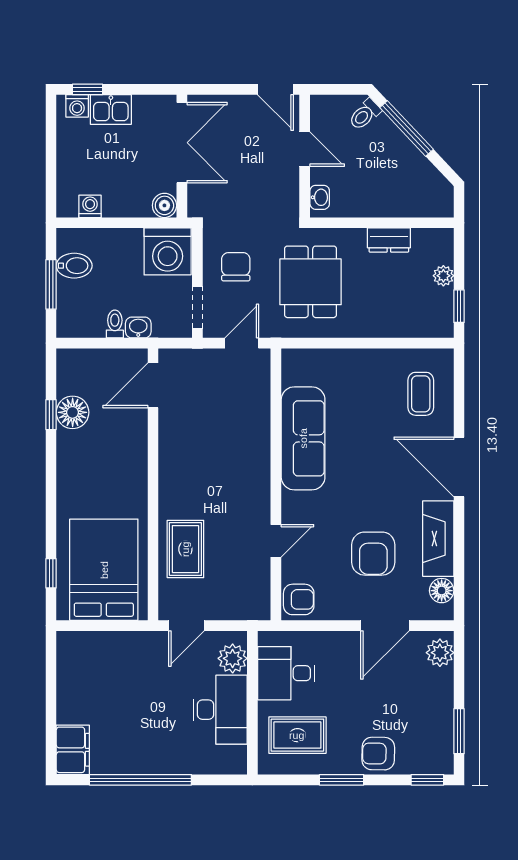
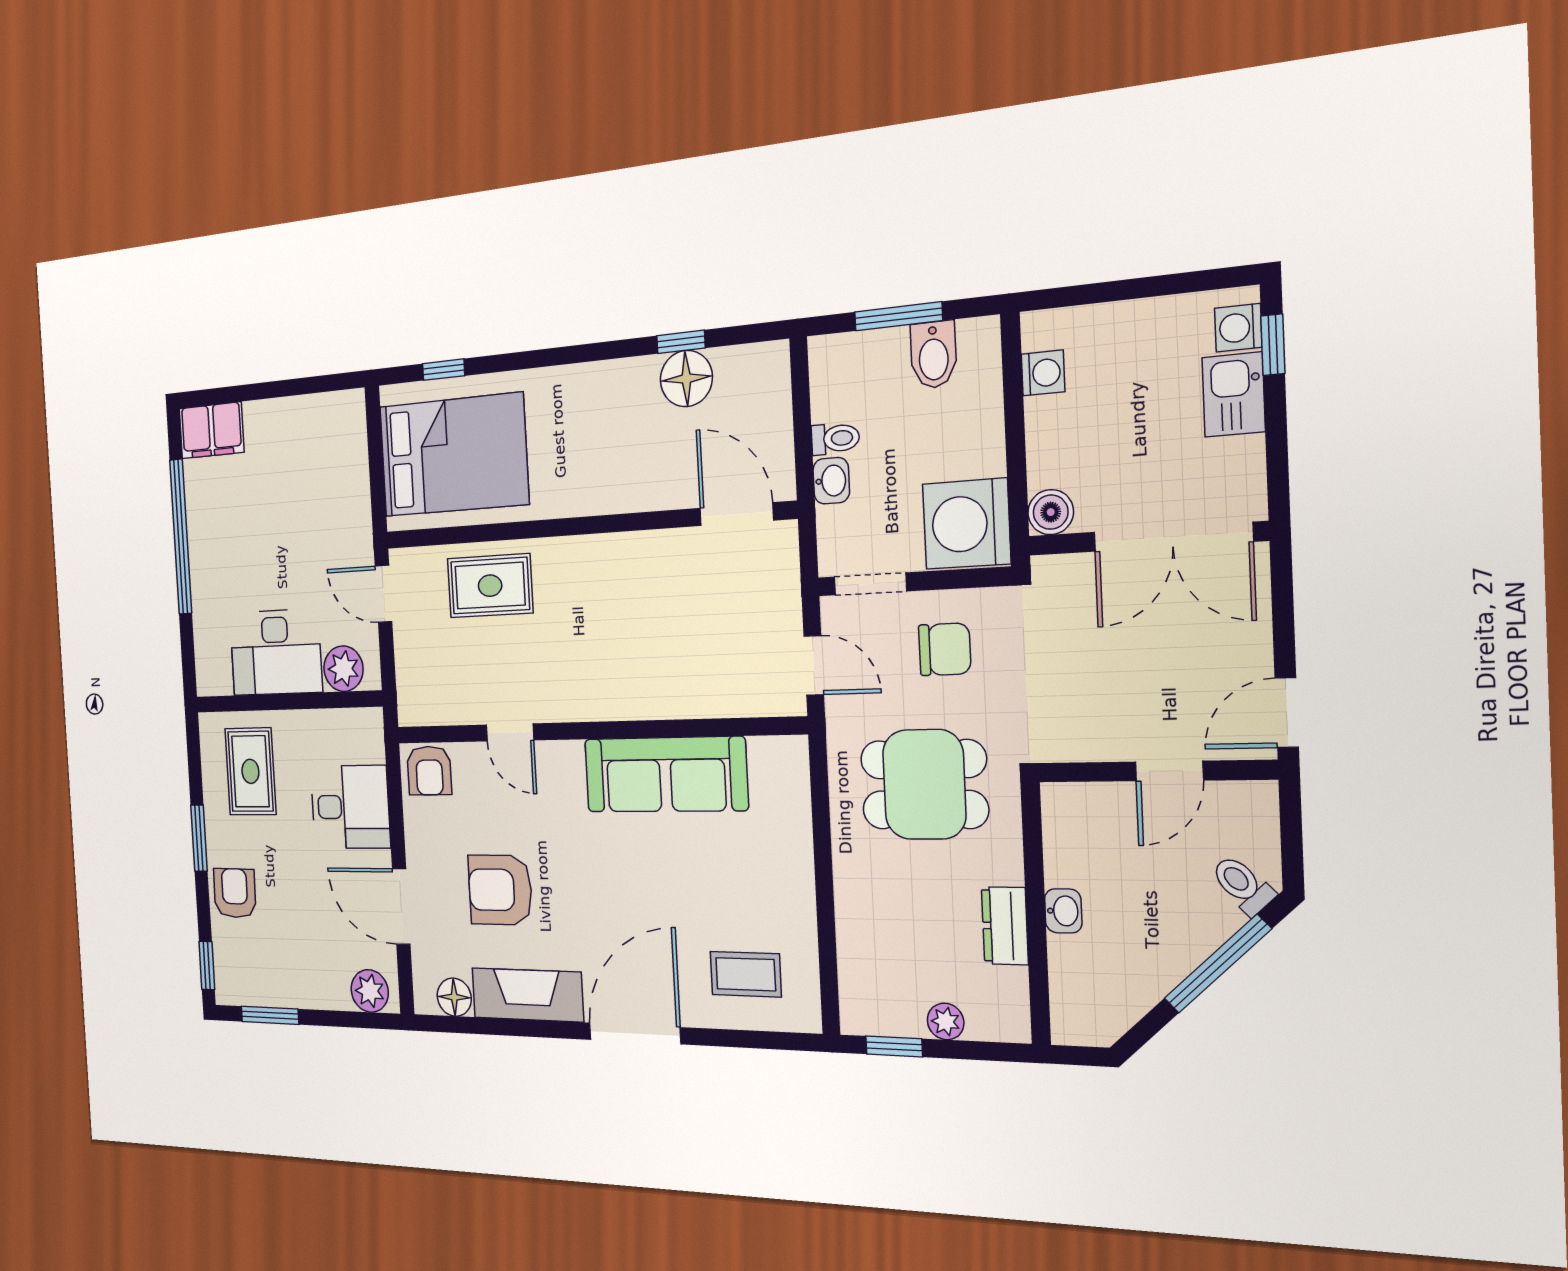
washbasin: (320, 197) -> (1063, 911), moved, turned -90
desk: (286, 673) -> (350, 807), moved, turned 90

